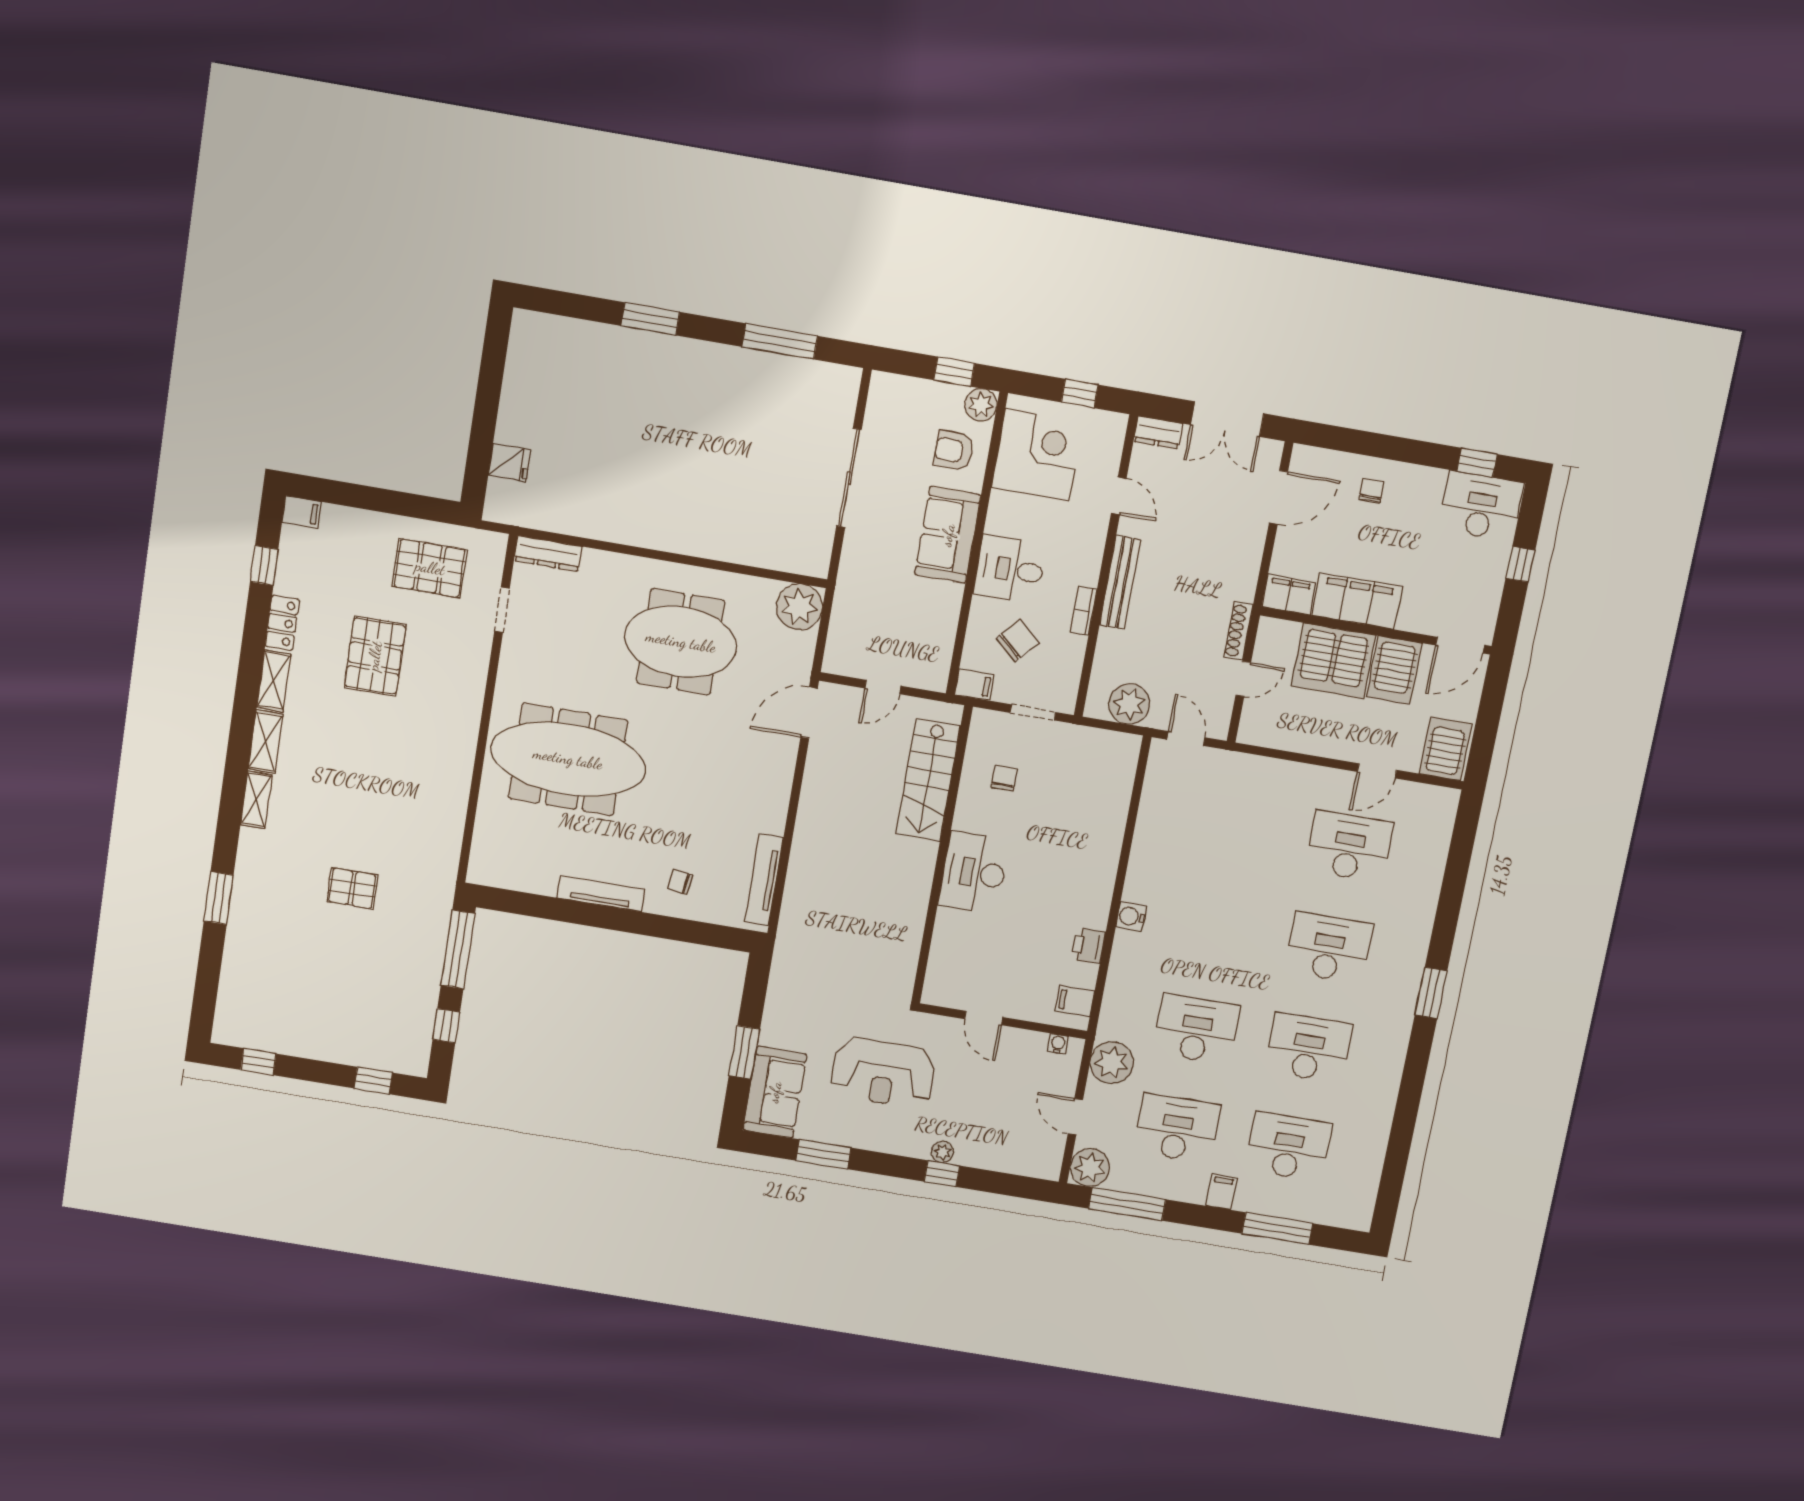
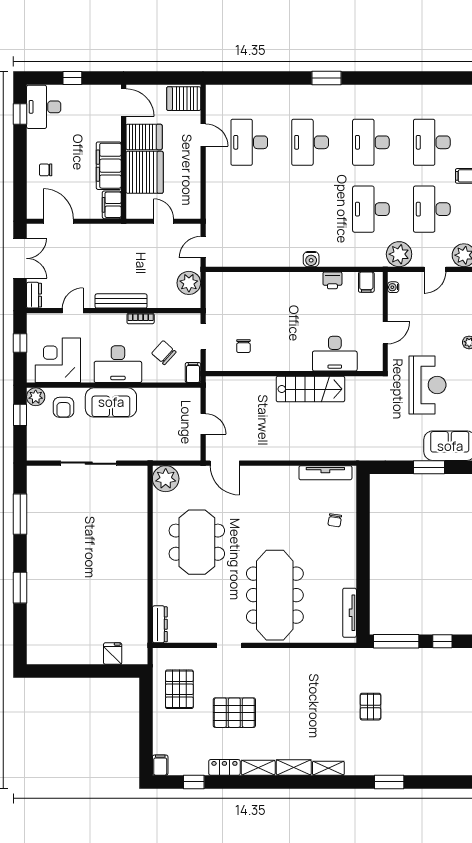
desk: (1010, 569) -> (118, 364), width x1.37
doorway: (502, 610) -> (229, 645), moved
shoe rack: (1238, 631) -> (137, 229), removed
chair: (1004, 778) -> (243, 346), turned -90
stairs: (928, 780) -> (310, 389), moved
desk: (974, 873) -> (335, 354), moved
tv unit: (601, 894) -> (350, 613), moved

